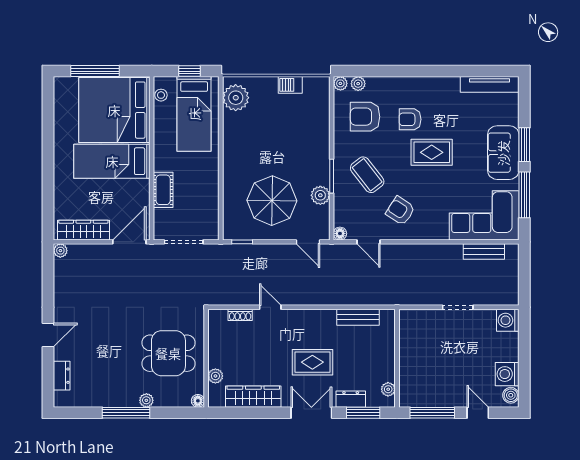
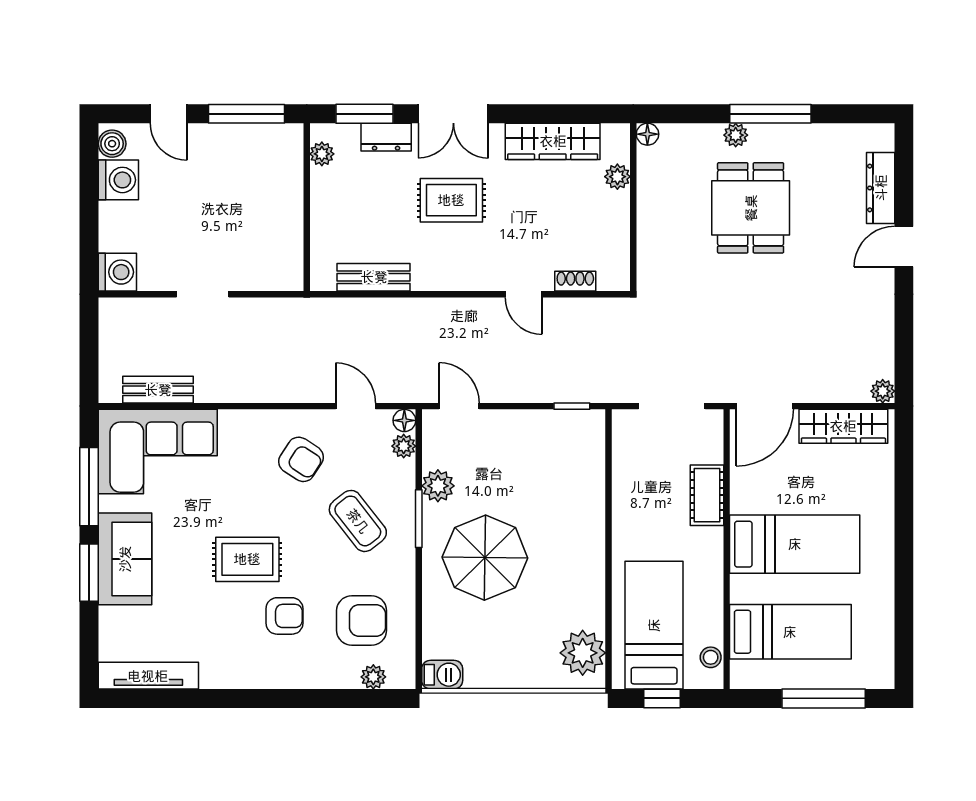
plant: (340, 83) -> (404, 446), moved
barbecue: (290, 85) -> (442, 675), moved
bed: (114, 110) -> (790, 632), width x0.49
parasol: (272, 201) -> (485, 558), moved
dining table: (168, 353) -> (751, 208), moved, turned 90
dresser: (62, 376) -> (881, 188), width x1.44

